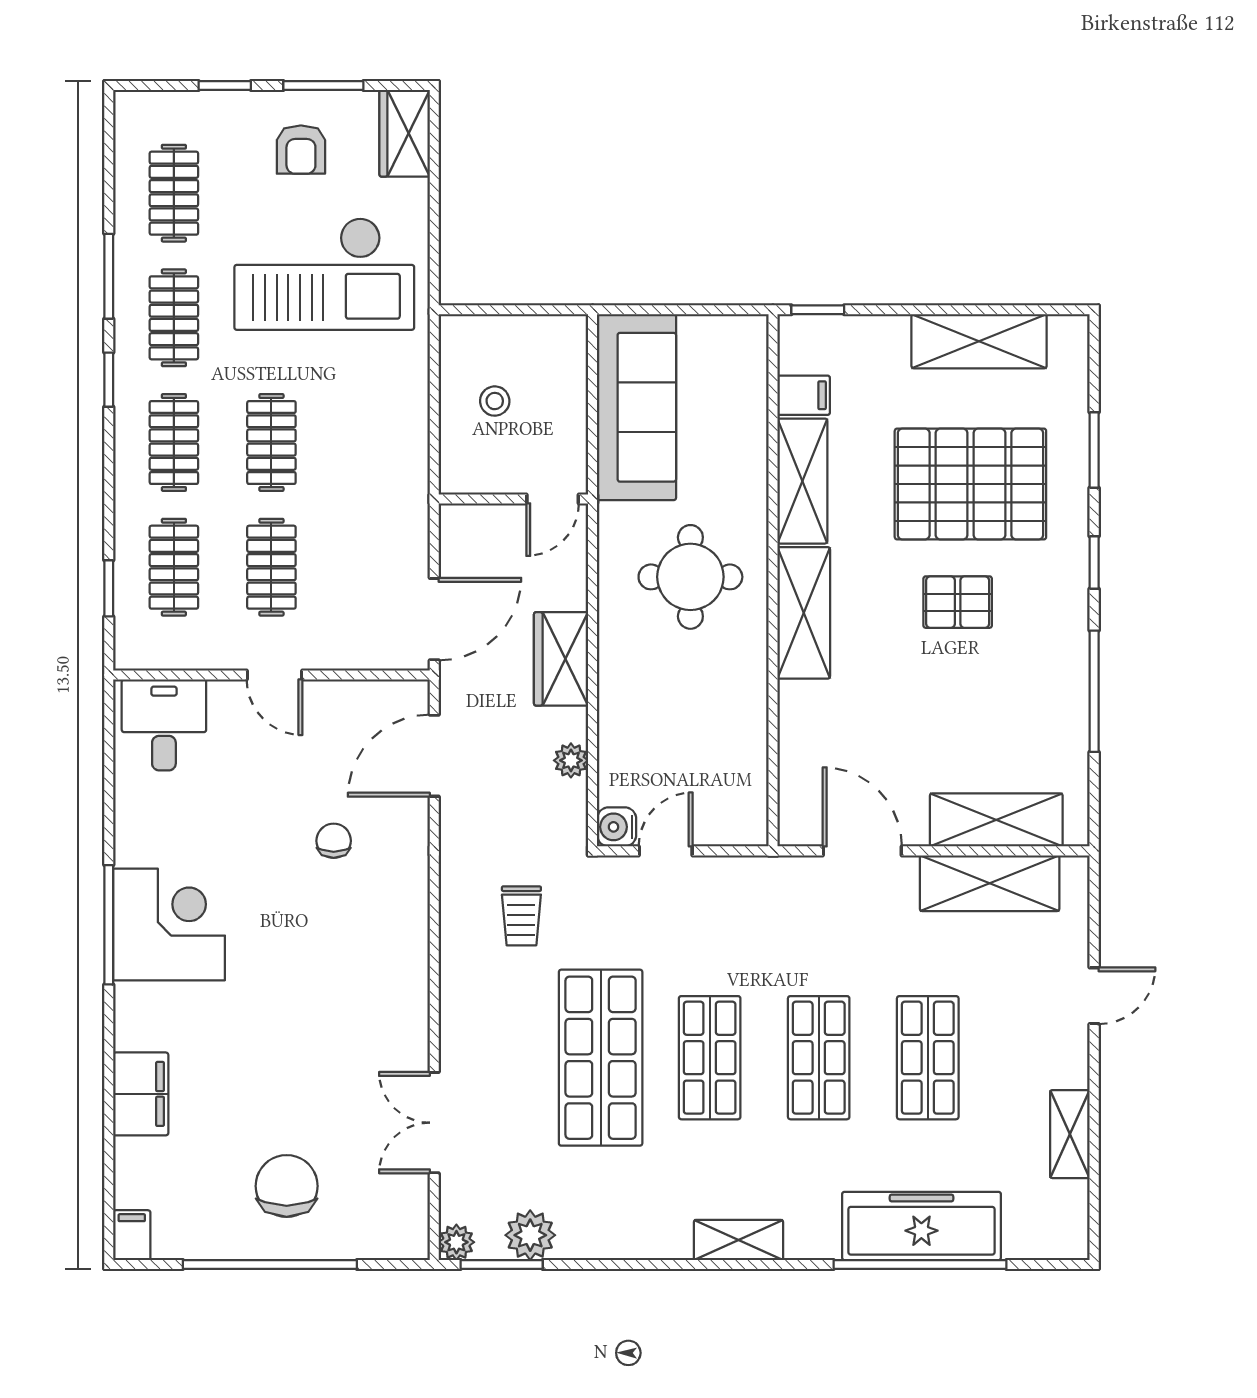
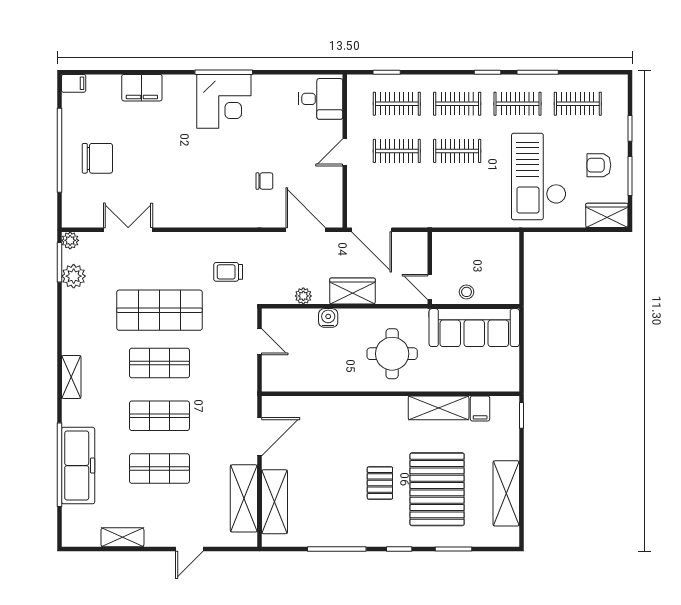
stool: (495, 401) -> (467, 292), moved
shelving: (804, 613) -> (375, 409), removed
water cooler: (617, 827) -> (328, 318), moved
door: (1094, 996) -> (189, 549), hinge flipped

